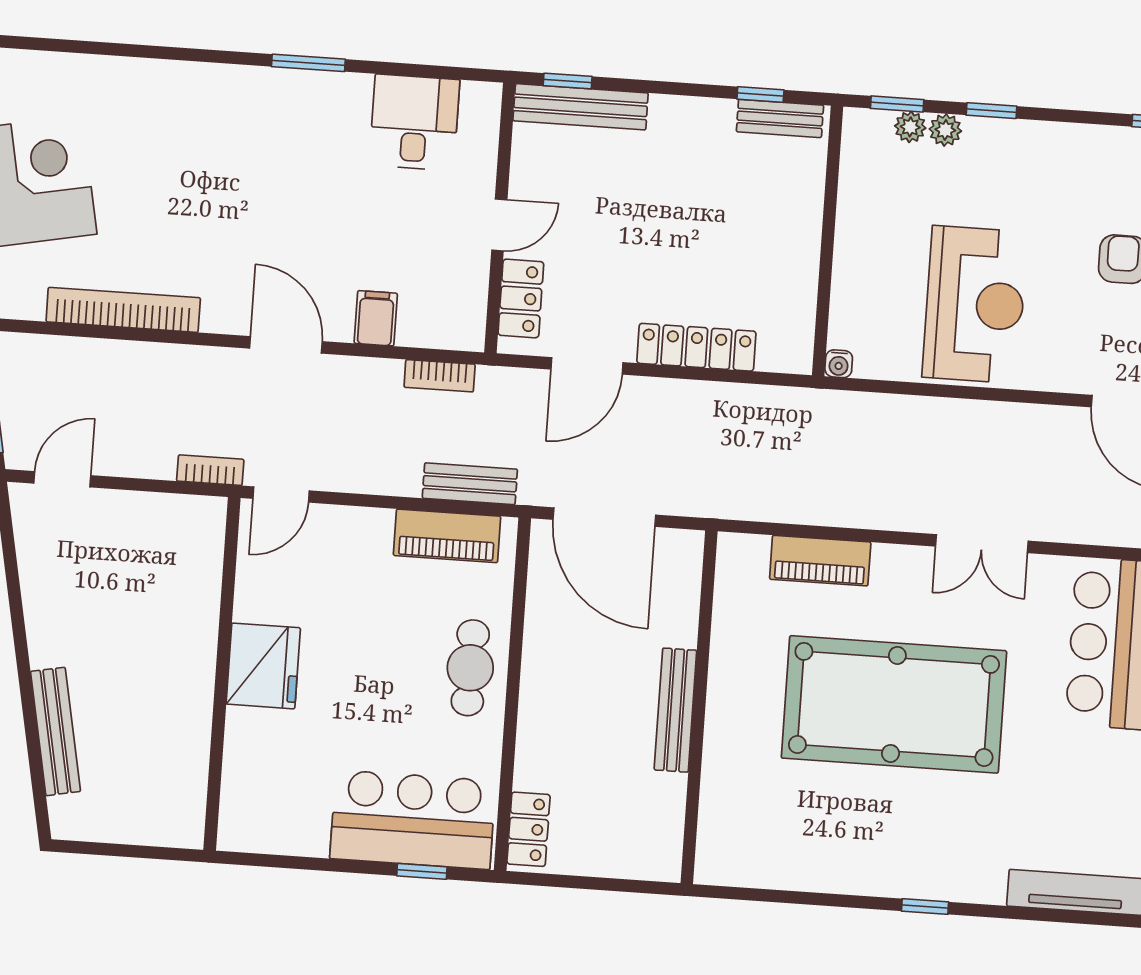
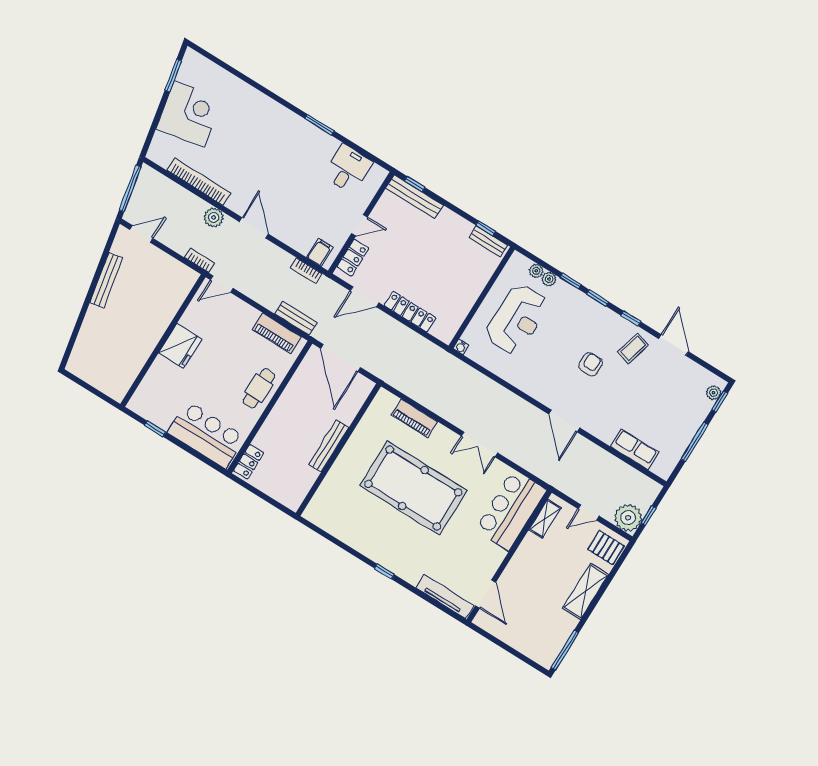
window: (897, 104) -> (598, 298), moved
reception desk: (975, 305) -> (517, 319), moved
filing cabinet: (376, 318) -> (320, 252), moved
plant: (192, 367) -> (214, 217), added
bench: (55, 731) -> (106, 280), moved
window: (422, 871) -> (155, 429), moved

